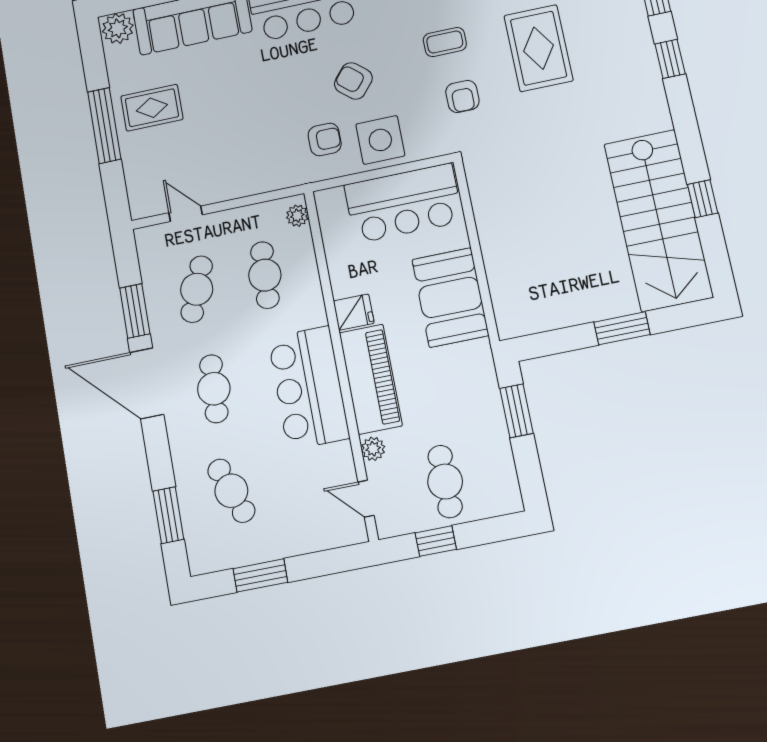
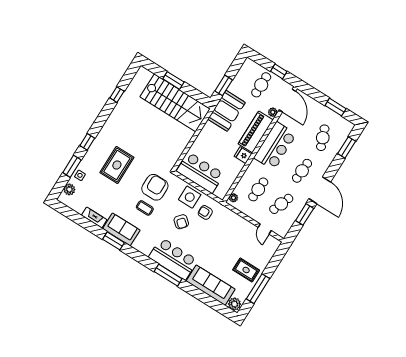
rug: (538, 48) -> (117, 165), moved
armchair: (462, 96) -> (155, 187), width x1.88, depth x1.88
window: (104, 126) -> (258, 289), moved
stairs: (658, 220) -> (175, 103), moved, turned 90
booth: (450, 297) -> (227, 111), moved
door: (366, 499) -> (287, 101), width x1.88

